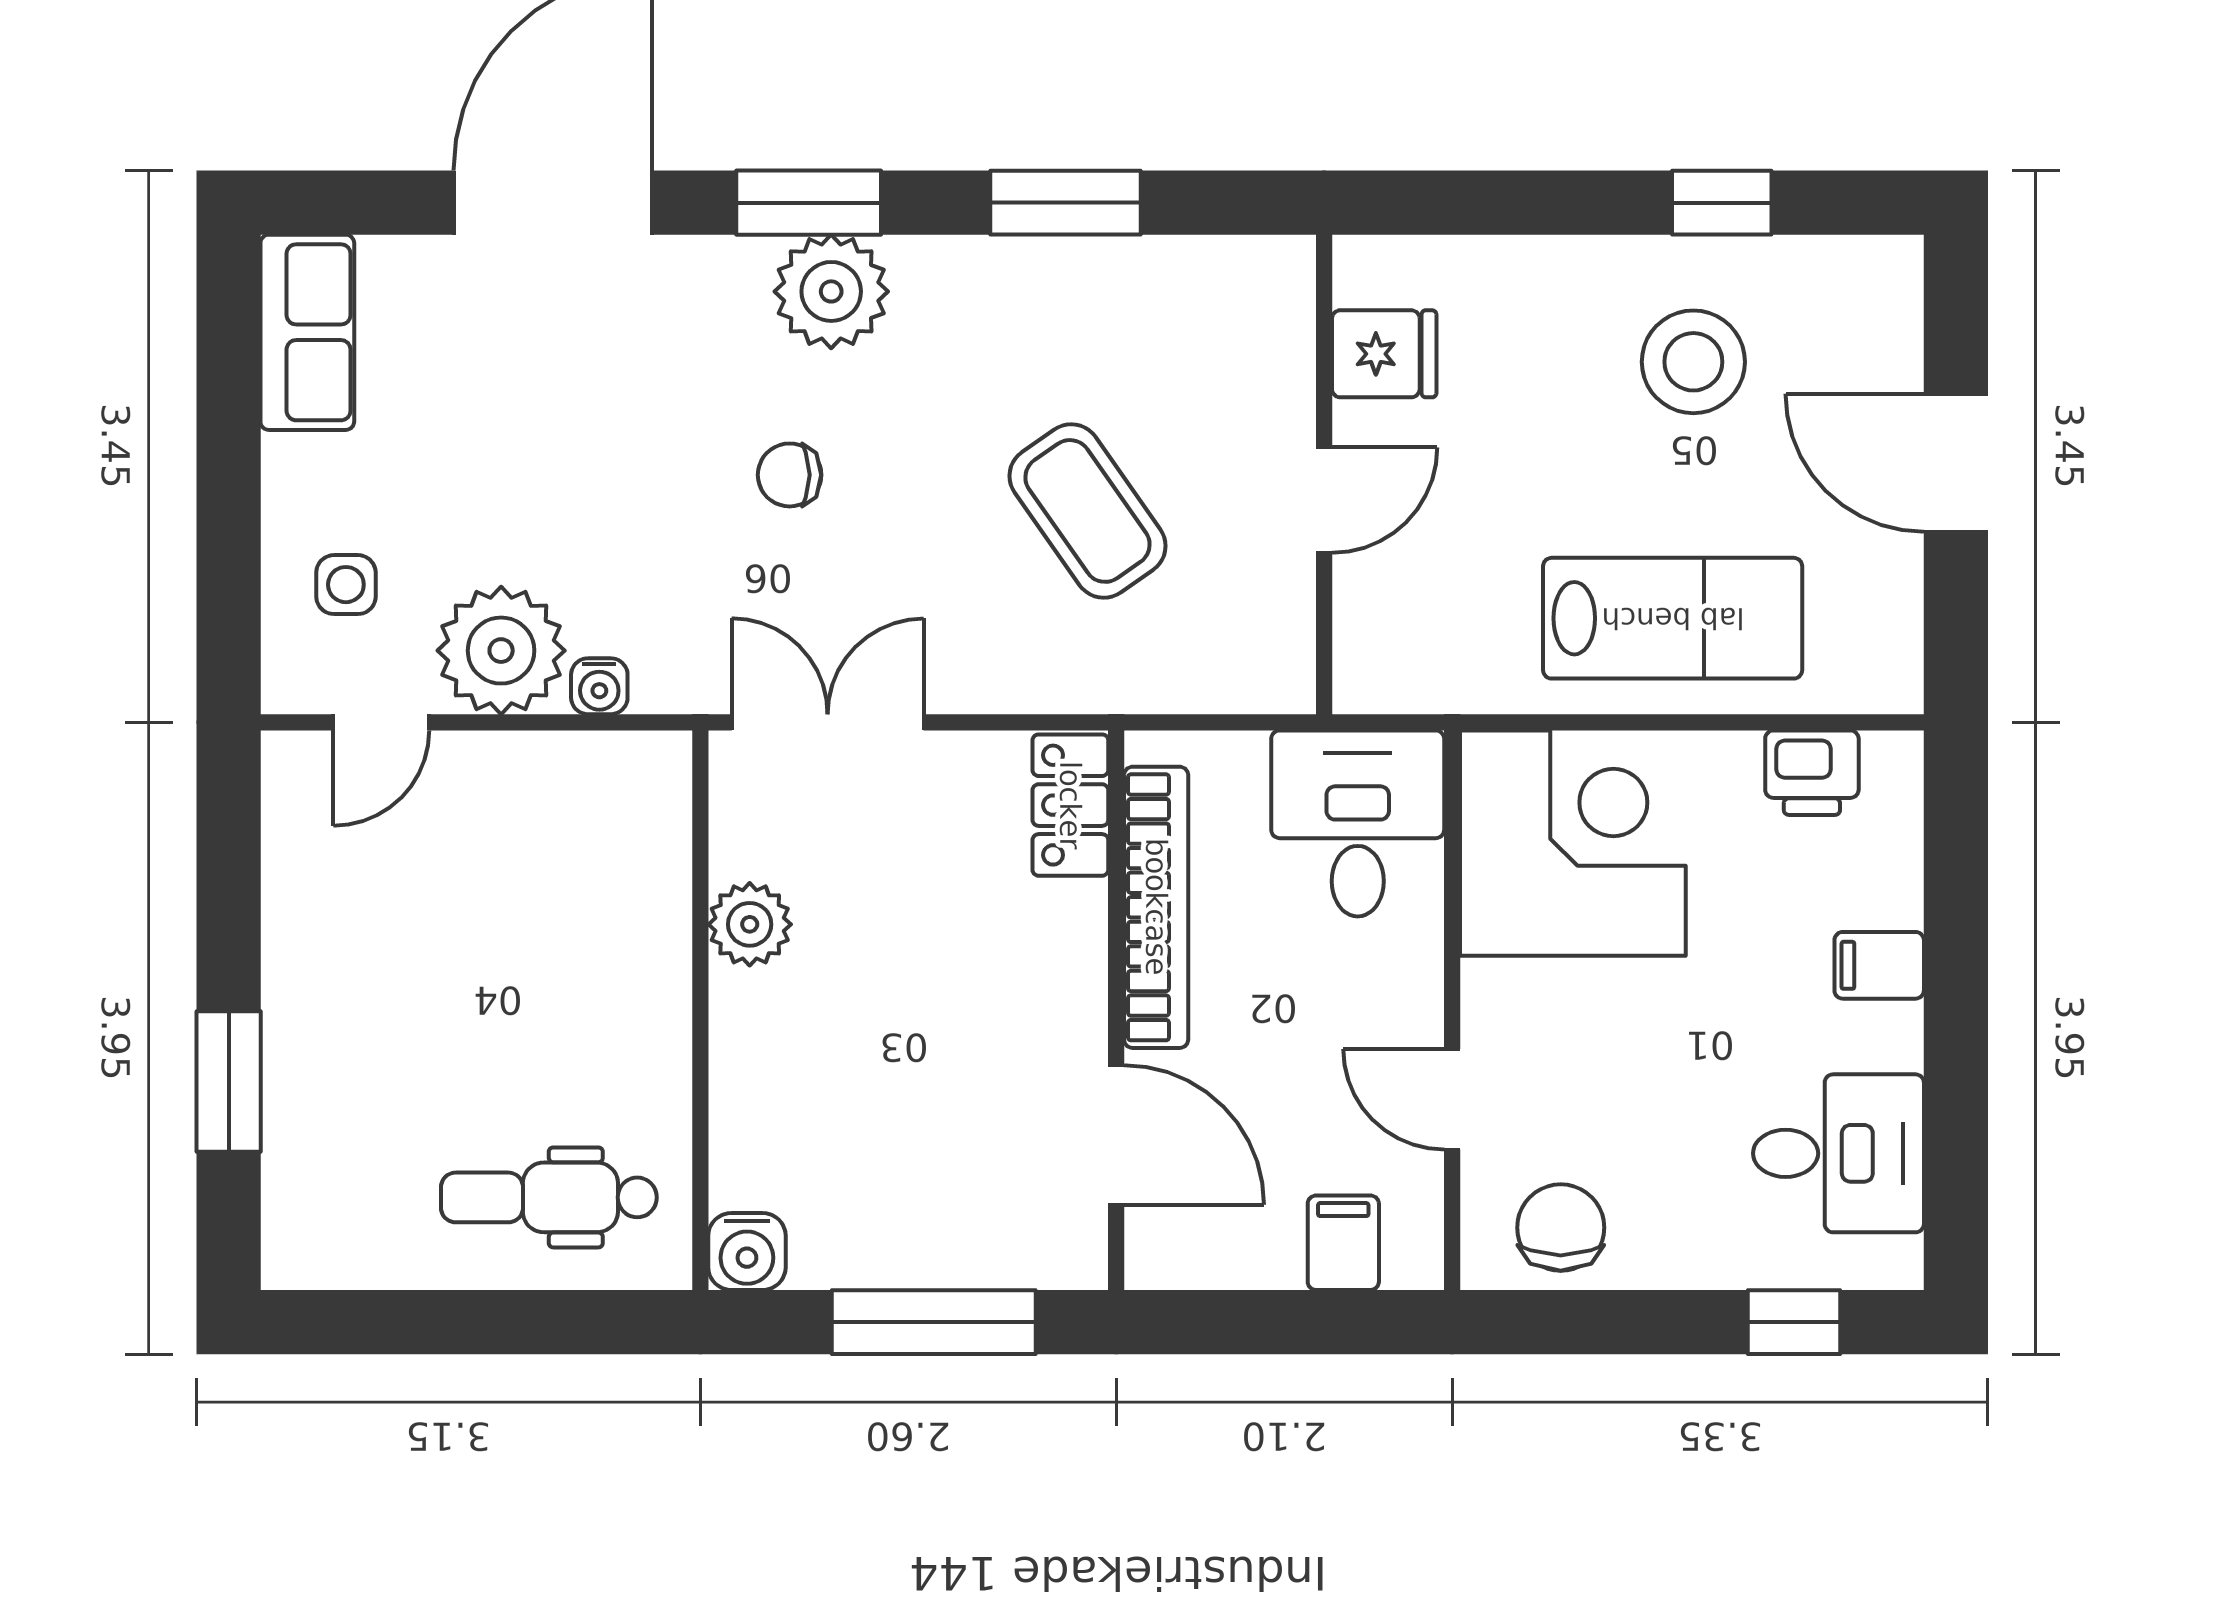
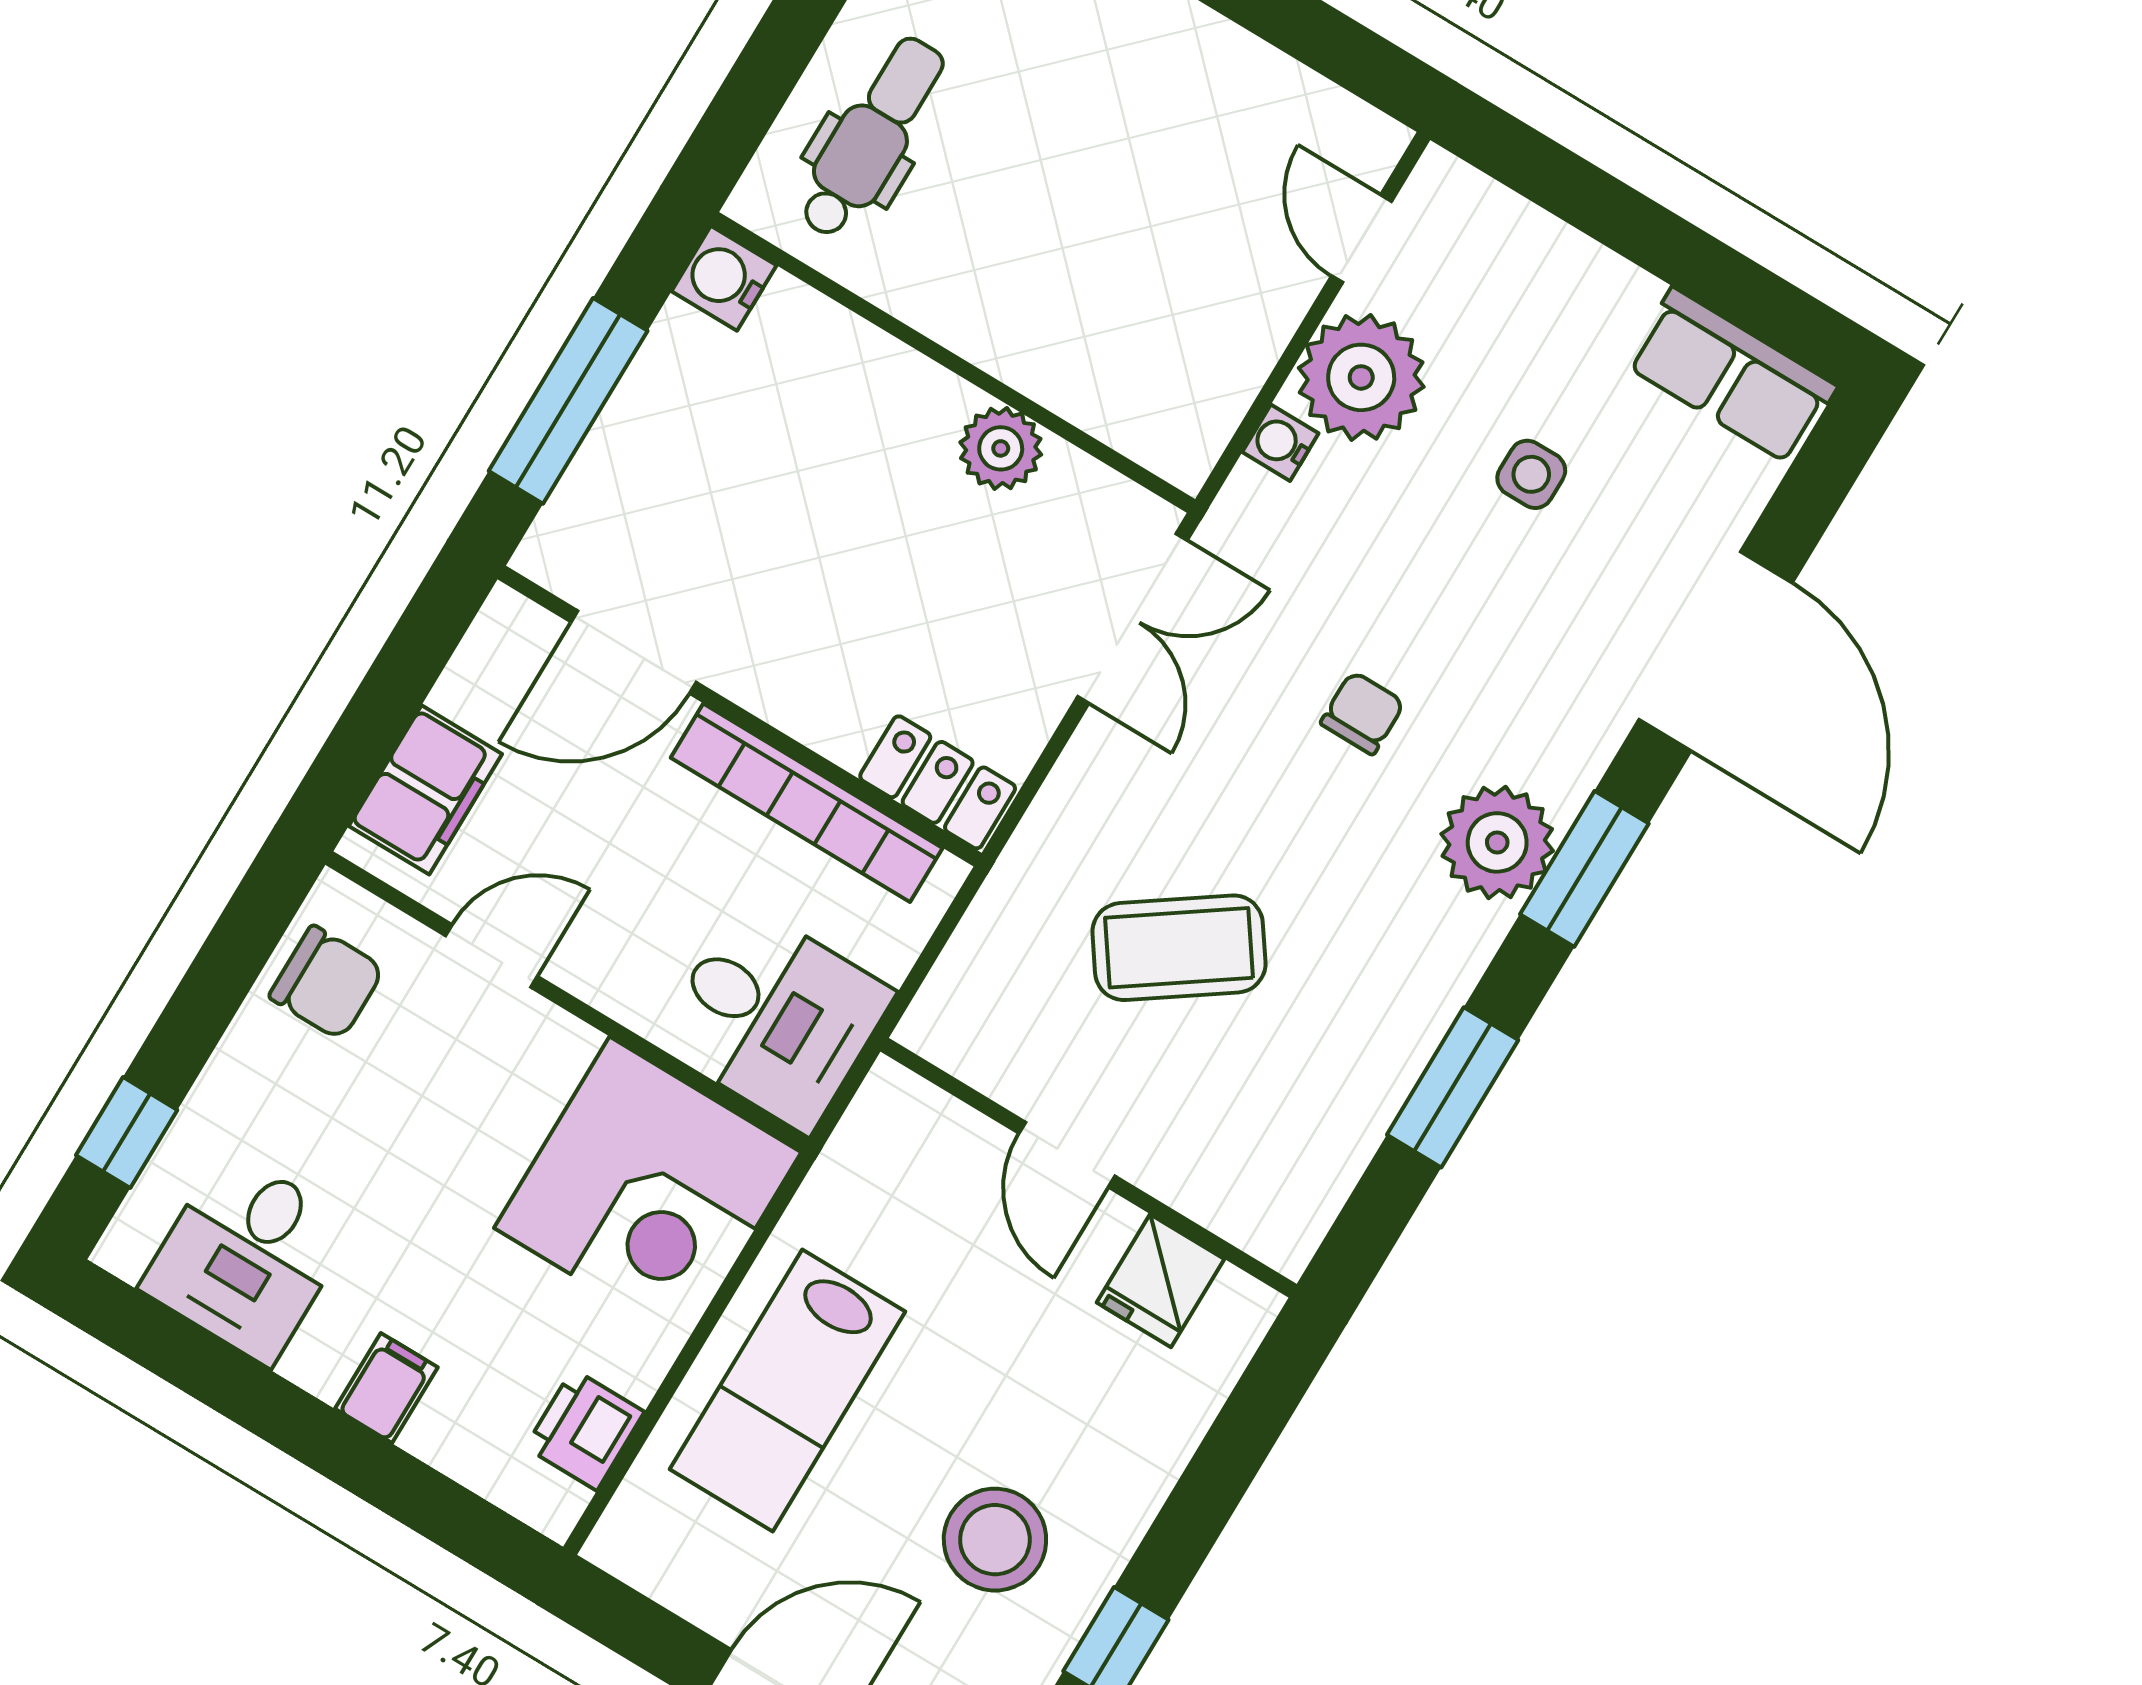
side table: (346, 585) -> (1531, 474), moved
filing cabinet: (1343, 1243) -> (425, 790), width x2.00

